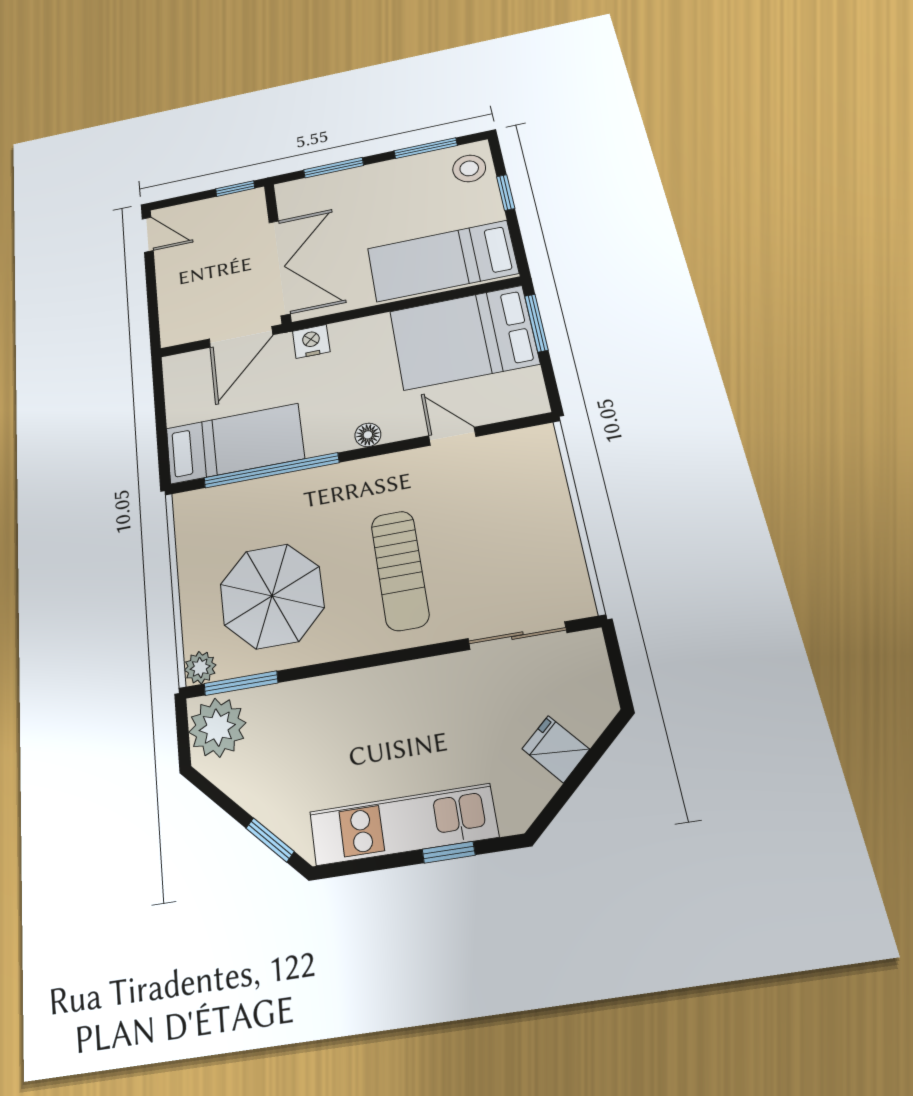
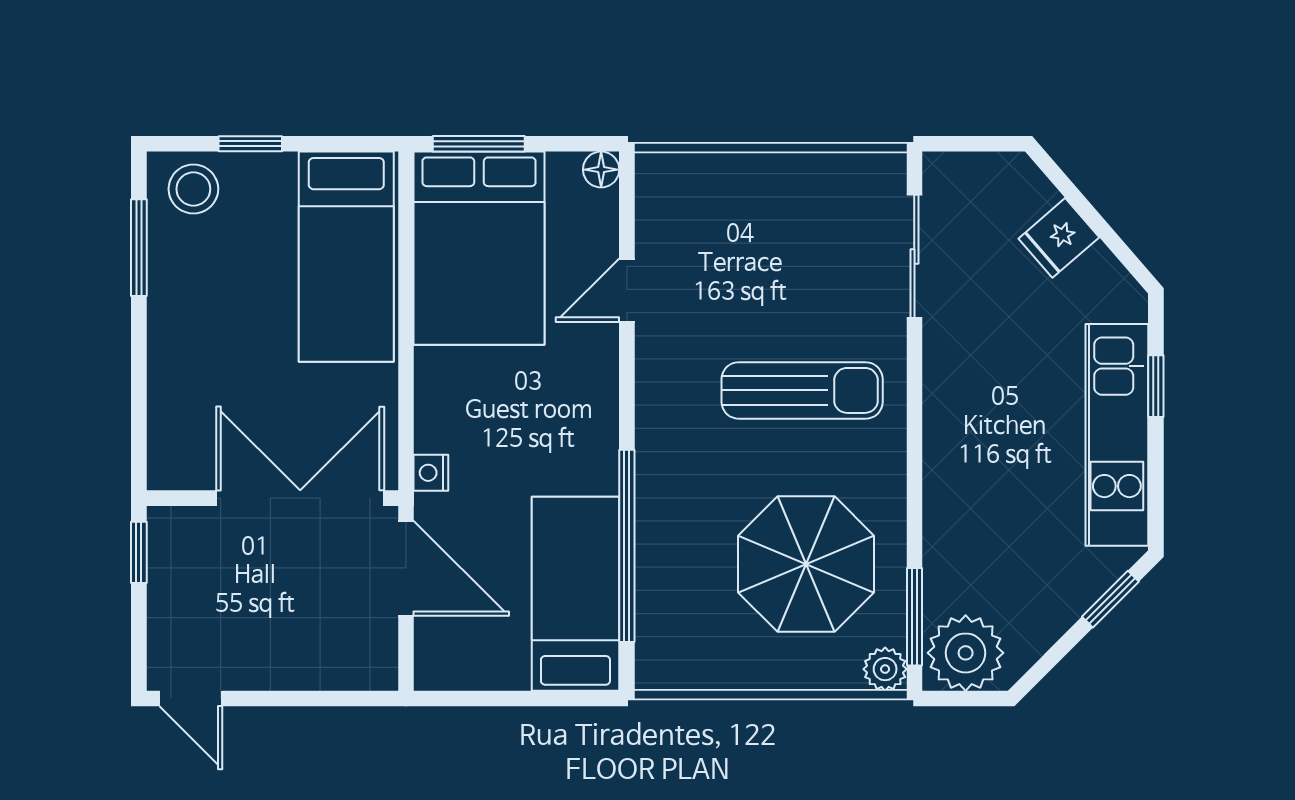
window: (334, 168) -> (139, 394), removed
door: (148, 235) -> (191, 698), swing flipped
nightstand: (311, 341) -> (431, 473), width x0.72, depth x0.74
floor lamp: (368, 435) -> (601, 170), moved

